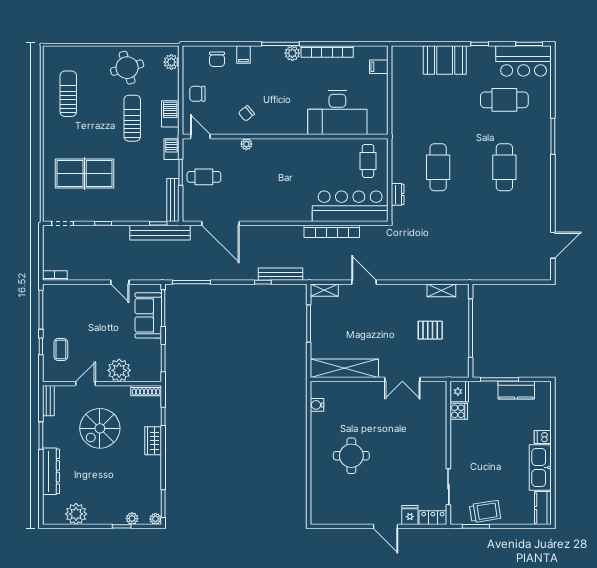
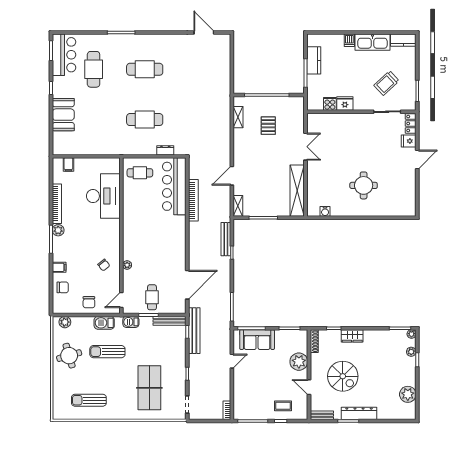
fridge: (459, 392) -> (345, 104), moved
dresser: (51, 471) -> (359, 413), moved
trolley: (485, 512) -> (386, 83), moved, turned -124

